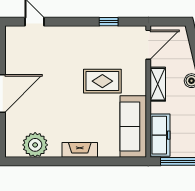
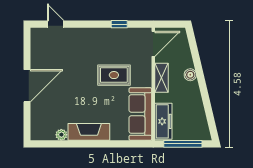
plant: (35, 145) -> (61, 135), width x0.53, depth x0.53
fireplace: (80, 150) -> (89, 132), width x1.37, depth x1.32

